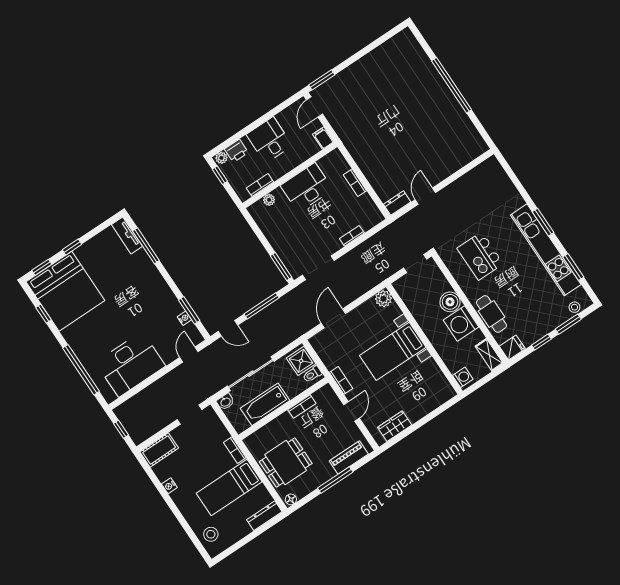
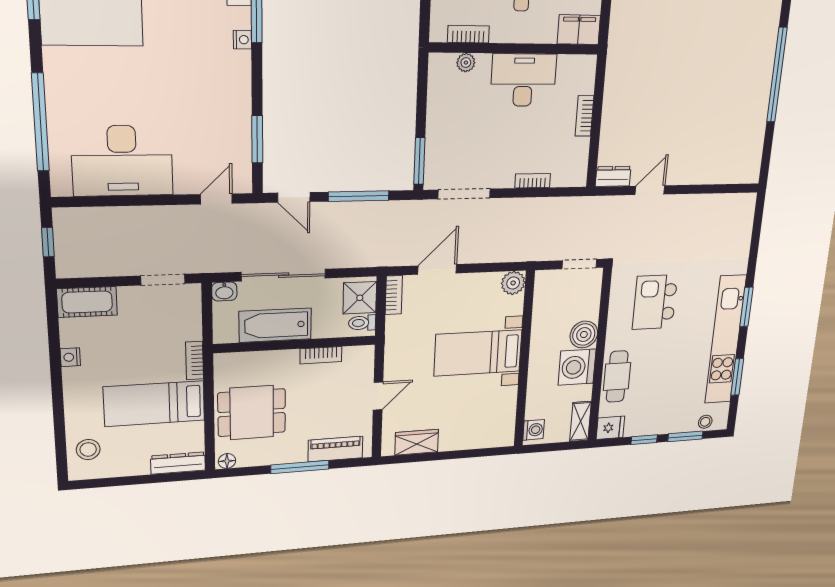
filing cabinet: (323, 138) -> (579, 30), width x2.00
nightstand: (184, 318) -> (242, 40), moved
bookcase: (341, 380) -> (394, 295), moved

